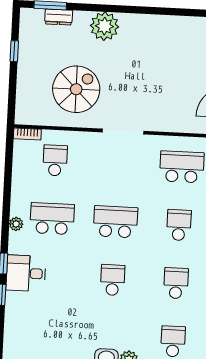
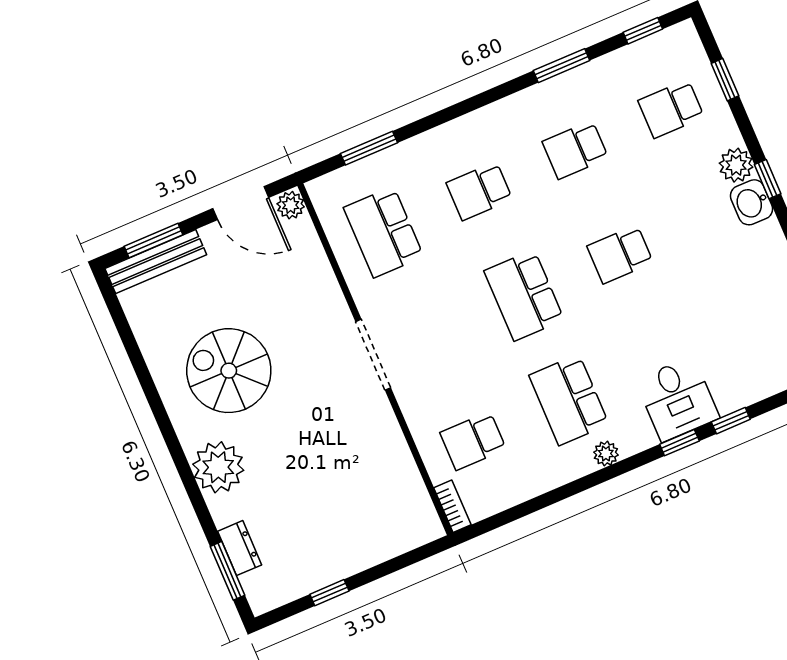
spiral stairs: (76, 89) -> (229, 371), moved

